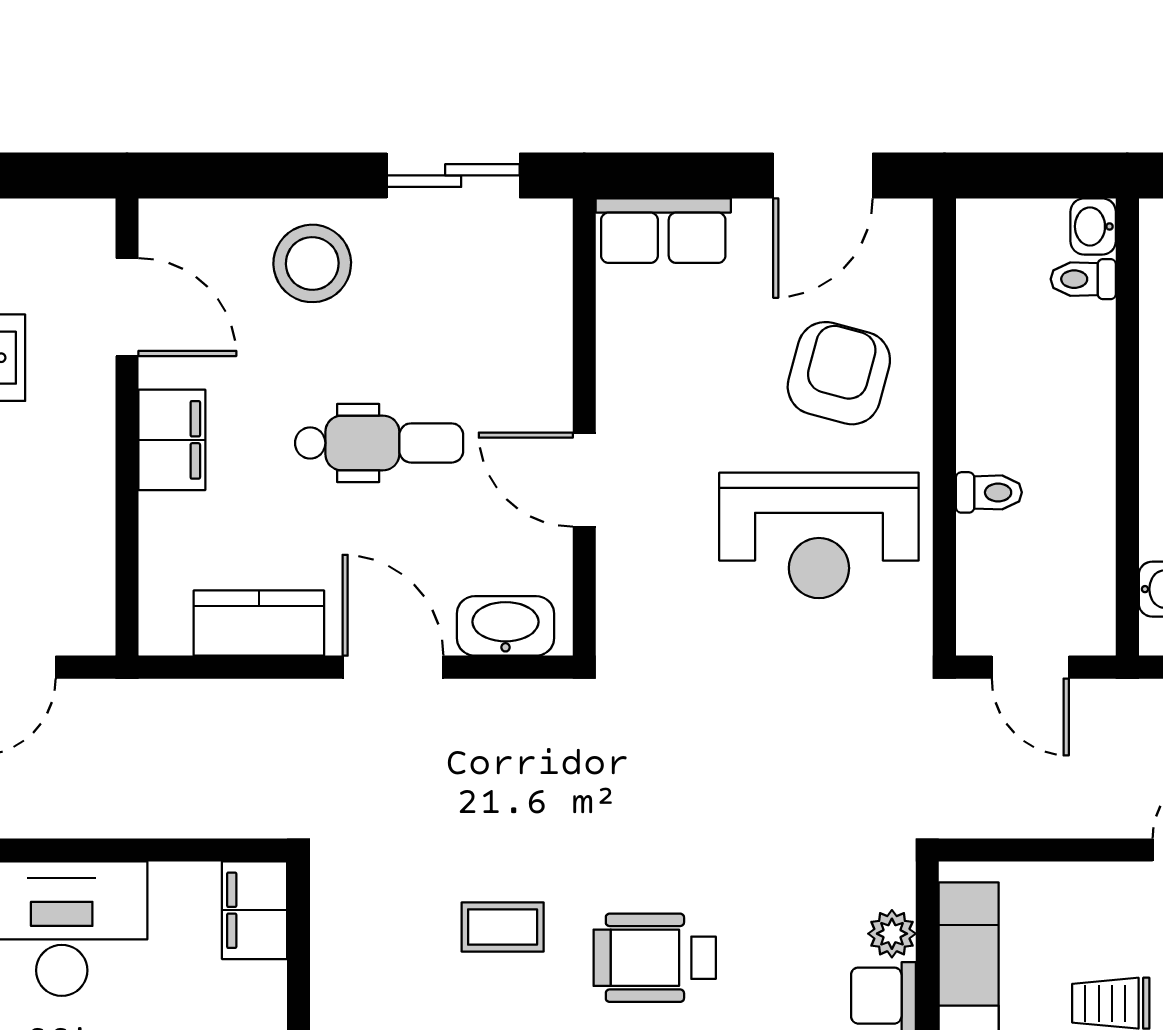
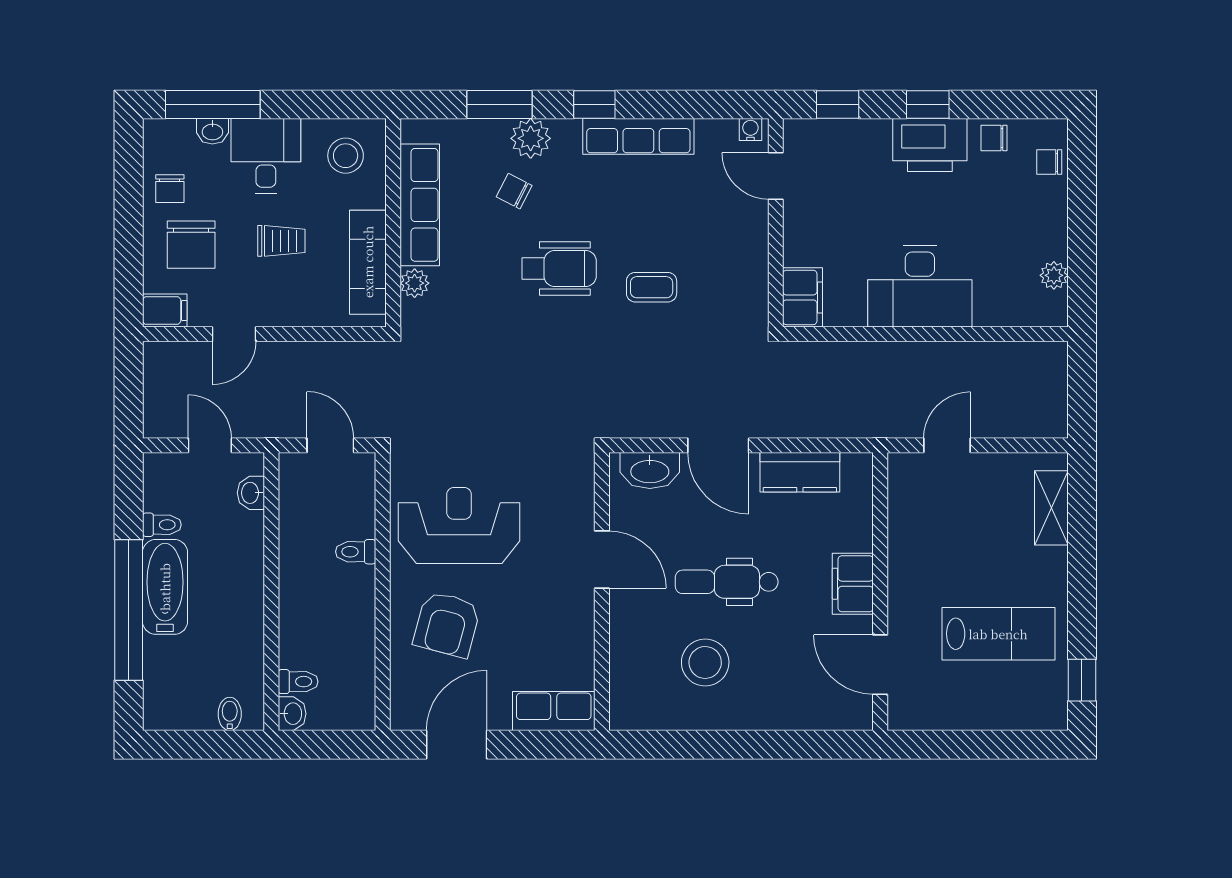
sliding door: (453, 175) -> (682, 745), removed
stool: (312, 263) -> (705, 662), moved

